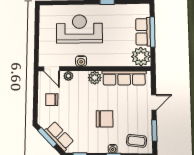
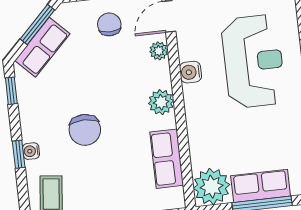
row of seats: (124, 78) -> (167, 159), width x0.68

